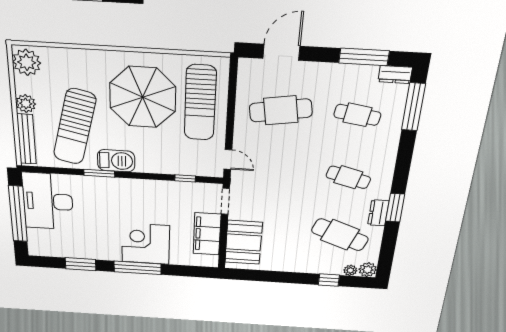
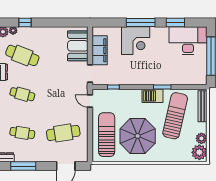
plant: (26, 104) -> (201, 138), moved
desk: (48, 201) -> (188, 41), moved, turned -90

